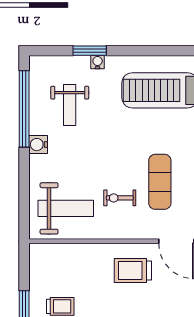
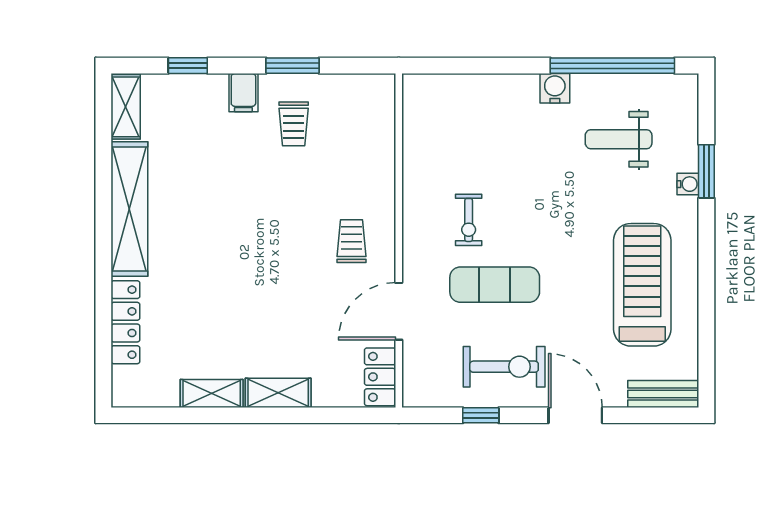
exercise bike: (120, 198) -> (469, 220), turned 180
weight bench: (66, 208) -> (452, 133), removed
trolley: (133, 270) -> (351, 241), width x0.73, depth x0.72

